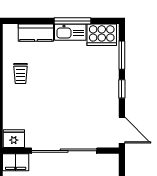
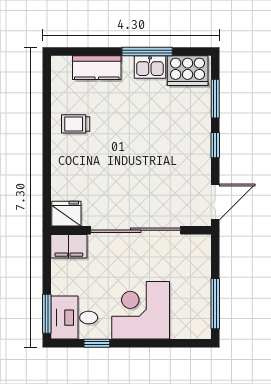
kitchen sink: (70, 32) -> (150, 67), width x0.73
trolley: (20, 74) -> (76, 124), turned 90
door: (122, 130) -> (215, 202), hinge flipped

